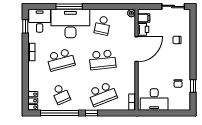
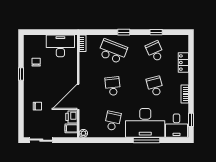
school desk: (61, 60) -> (155, 86), width x0.54
school desk: (102, 60) -> (113, 86), width x0.54
window: (193, 86) -> (21, 74), moved
school desk: (102, 94) -> (113, 51), turned 42
locker: (33, 101) -> (183, 63), moved
window: (60, 113) -> (156, 32), width x0.32

